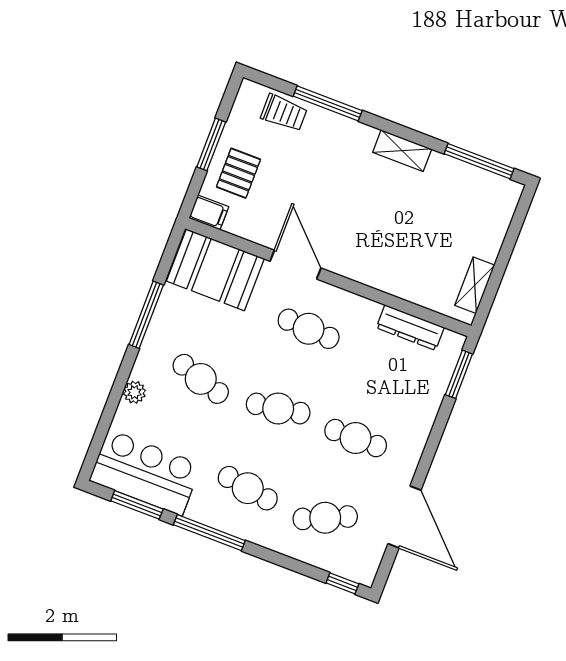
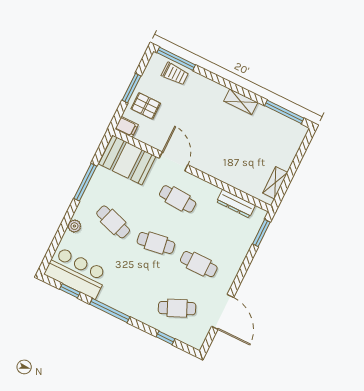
window: (328, 103) -> (176, 59), moved
pallet: (238, 173) -> (146, 106), turned 90
cafe table: (248, 488) -> (134, 287), removed
window: (137, 505) -> (70, 291), width x0.67
window: (342, 583) -> (165, 338), moved

